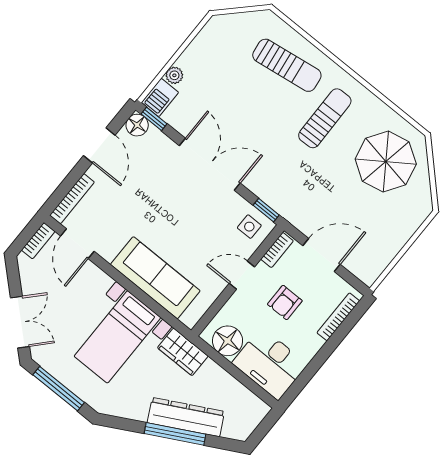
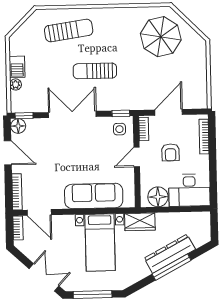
barbecue: (160, 97) -> (17, 67), moved
sun lounger: (325, 118) -> (95, 71), moved, turned -89

